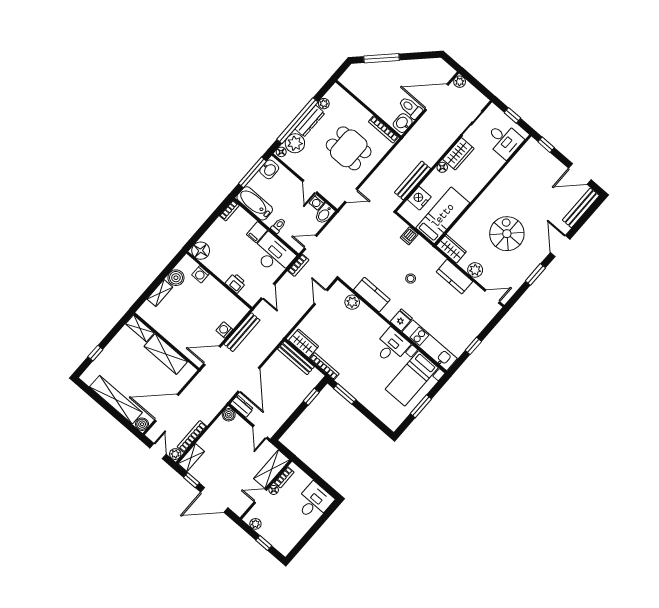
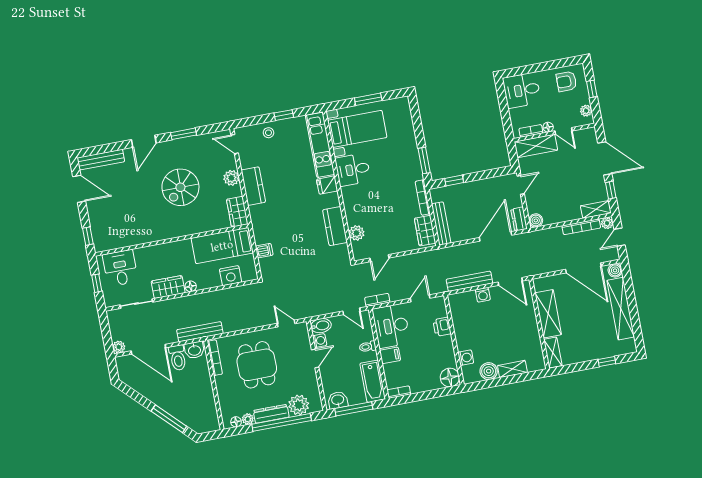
floor lamp: (281, 152) -> (236, 422), moved
bench: (413, 180) -> (200, 332), moved
stool: (411, 279) -> (268, 133), moved
armchair: (287, 534) -> (566, 81), added

